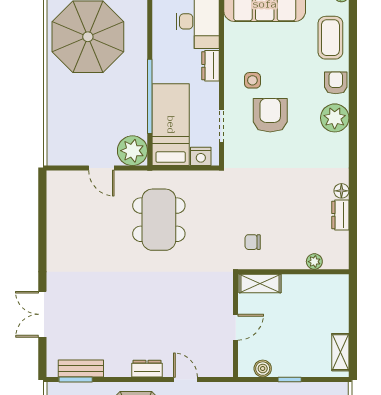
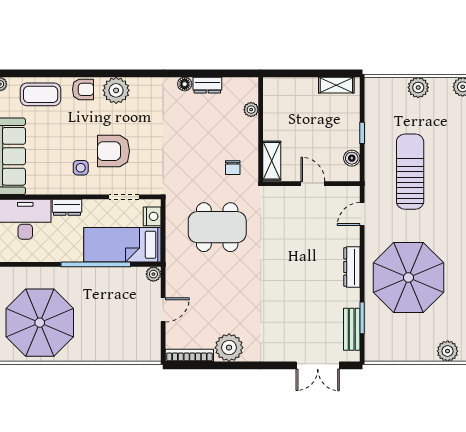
armchair: (336, 83) -> (83, 89), turned 180
plant: (132, 151) -> (153, 274), width x0.53, depth x0.53
bookcase: (53, 196) -> (189, 355), added
dining table: (159, 220) -> (217, 227), moved
plant: (61, 238) -> (229, 348), added
double door: (42, 314) -> (318, 365), moved
dresser: (147, 369) -> (352, 267), width x1.44
window: (76, 379) -> (362, 318), moved
door: (186, 379) -> (362, 214), moved

